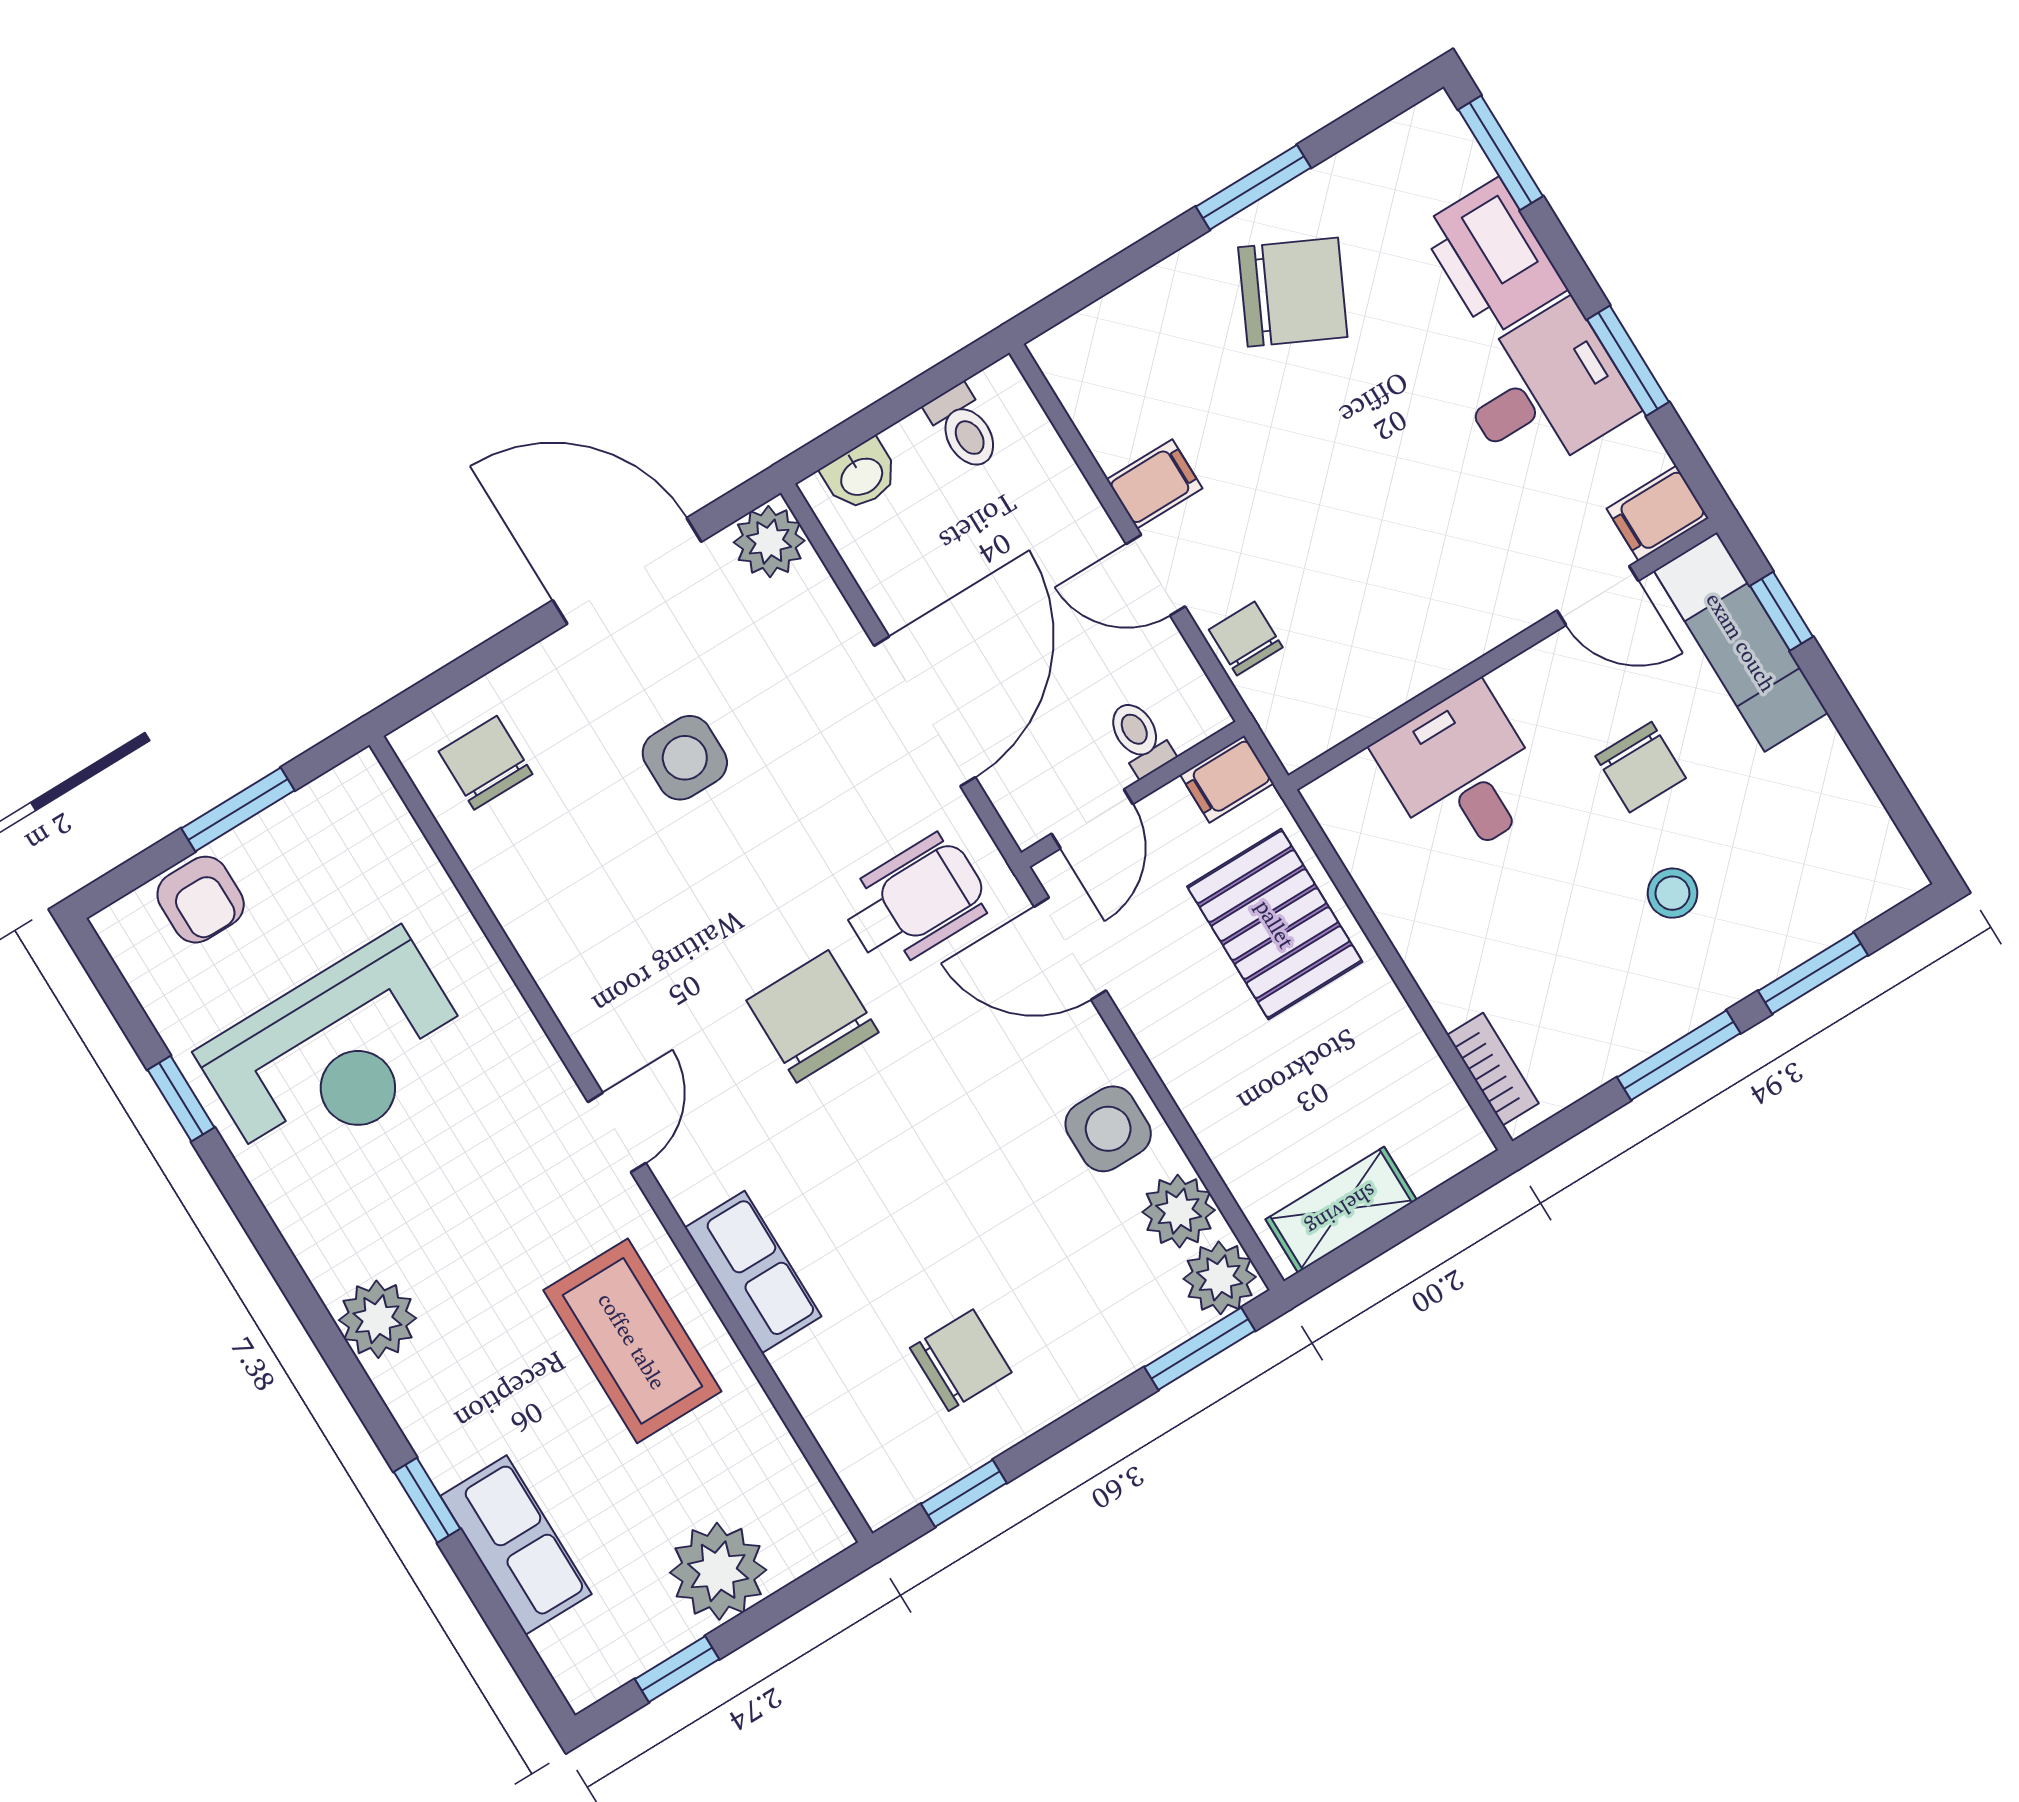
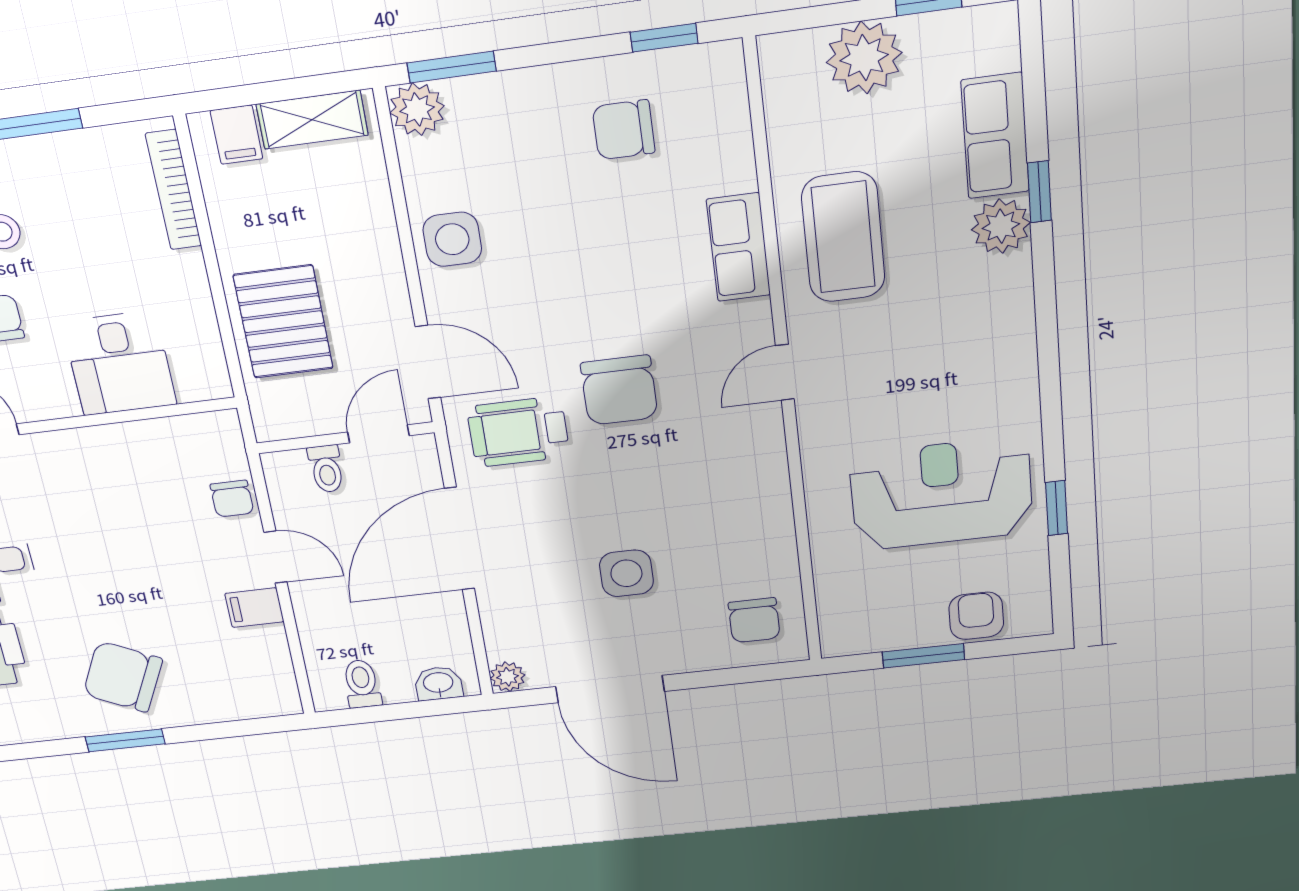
plant: (769, 542) -> (507, 677), width x0.73, depth x0.73
filing cabinet: (1227, 779) -> (236, 135), moved, turned 90
bookcase: (1493, 1069) -> (174, 190), width x1.56
plant: (1179, 1211) -> (427, 166), removed
plant: (377, 1319) -> (1001, 226), moved

